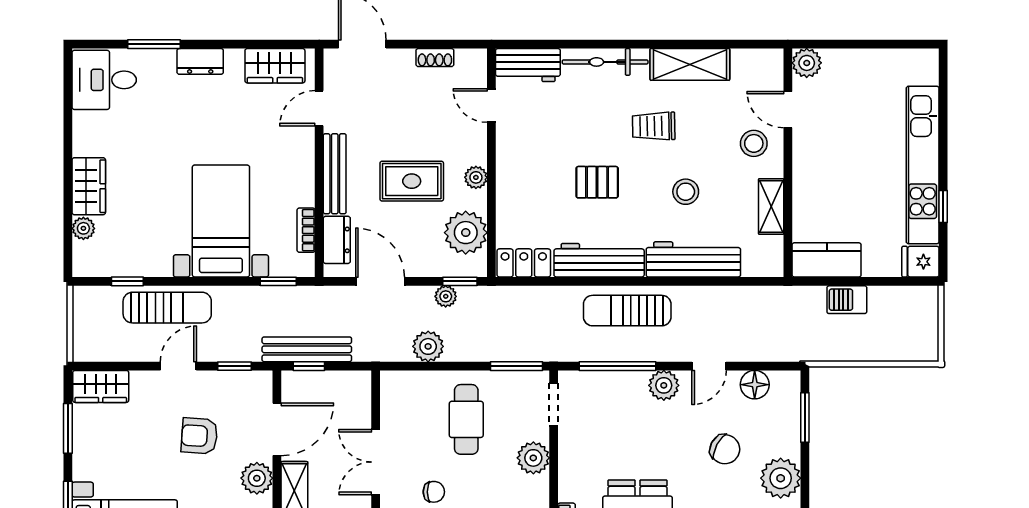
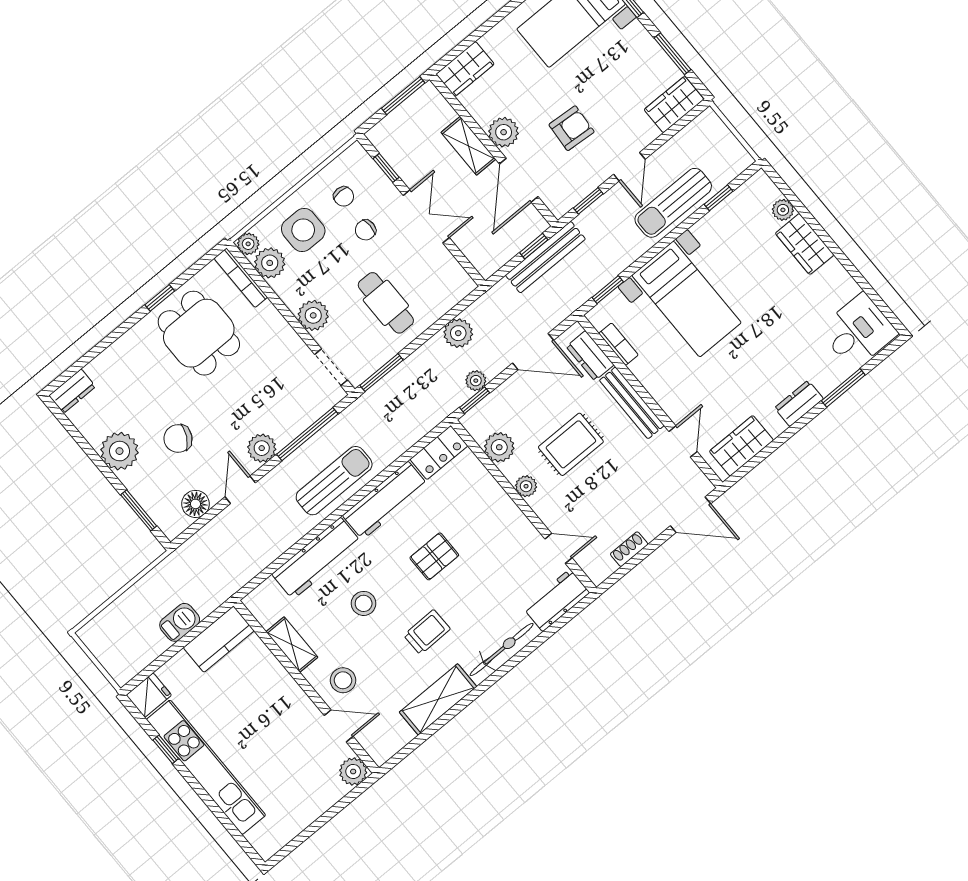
plant: (466, 233) -> (499, 447), width x0.73, depth x0.73

